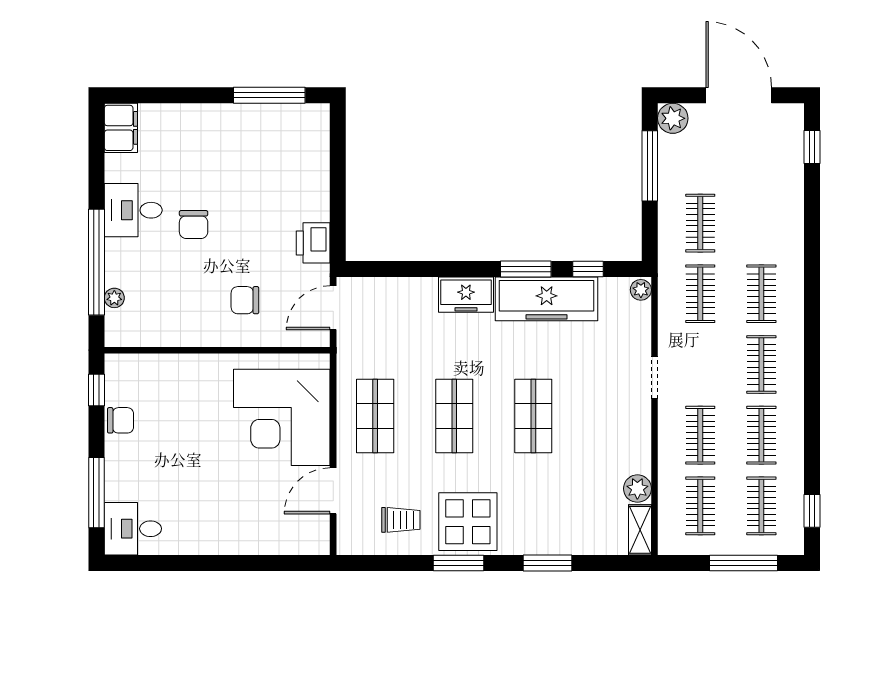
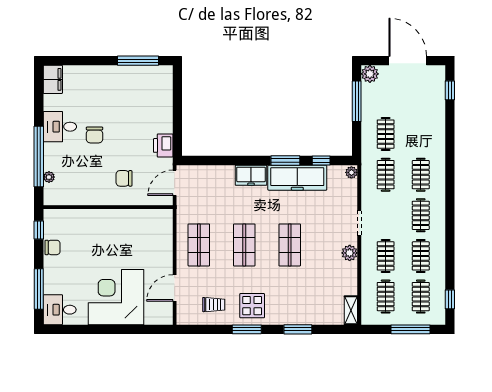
corner desk: (282, 417) -> (116, 297), moved, turned 90
plant: (637, 489) -> (350, 253), moved
display table: (468, 522) -> (252, 306), width x0.73, depth x0.73

